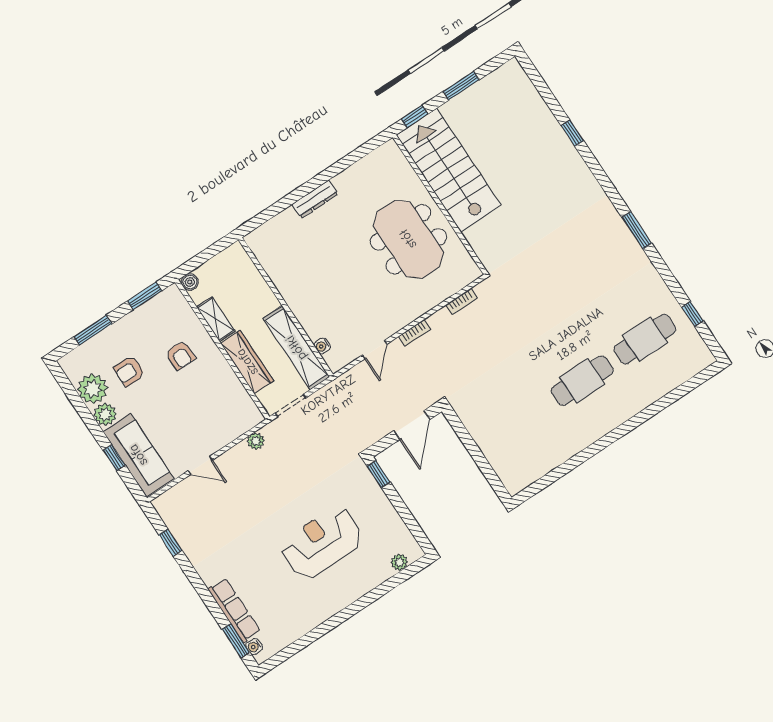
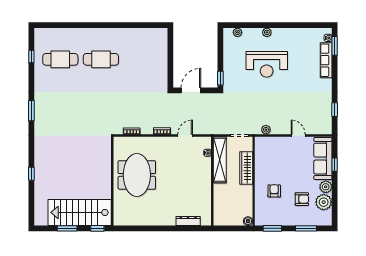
stairs: (449, 170) -> (80, 212), moved, turned 90
dresser: (315, 199) -> (188, 221), moved
shelving: (216, 319) -> (247, 197), removed
plant: (354, 592) -> (267, 32), added

